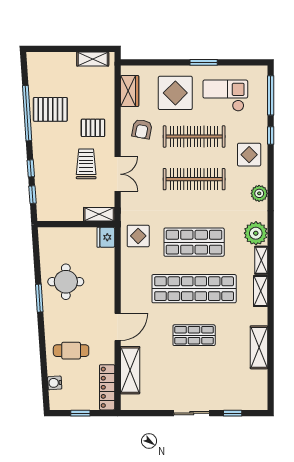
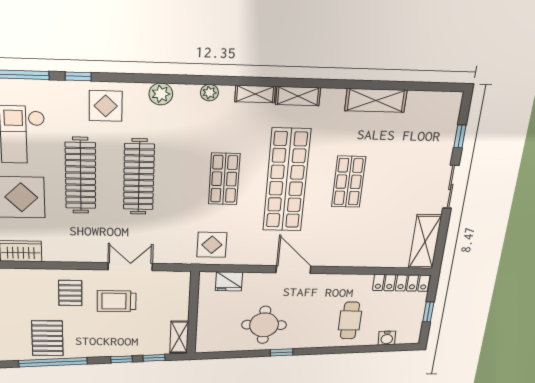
armchair: (142, 129) -> (71, 238), removed
shelving: (99, 214) -> (179, 337), moved
plant: (256, 233) -> (209, 93), width x0.53, depth x0.53
fridge: (106, 237) -> (229, 281), moved
shop shelf: (194, 242) -> (224, 179), width x0.70, depth x0.74
window: (39, 298) -> (282, 352), width x0.67
door: (118, 327) -> (293, 269), moved
shelving: (130, 370) -> (425, 242), moved, turned 90

